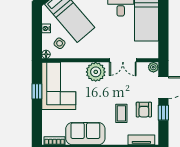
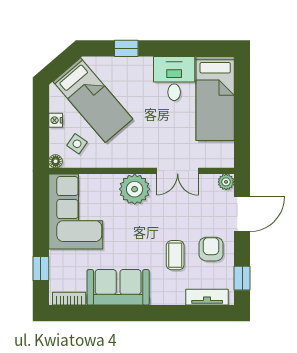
window: (37, 91) -> (41, 269), moved
armchair: (144, 110) -> (211, 249), turned 180
window: (163, 113) -> (242, 278), moved

